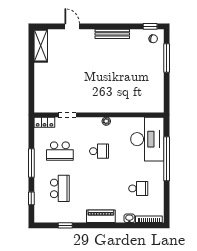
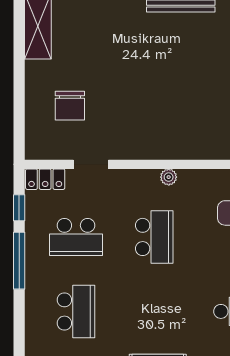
chair: (57, 85) -> (70, 106), added
school desk: (99, 151) -> (154, 237), width x1.85
window: (31, 198) -> (19, 208), moved

